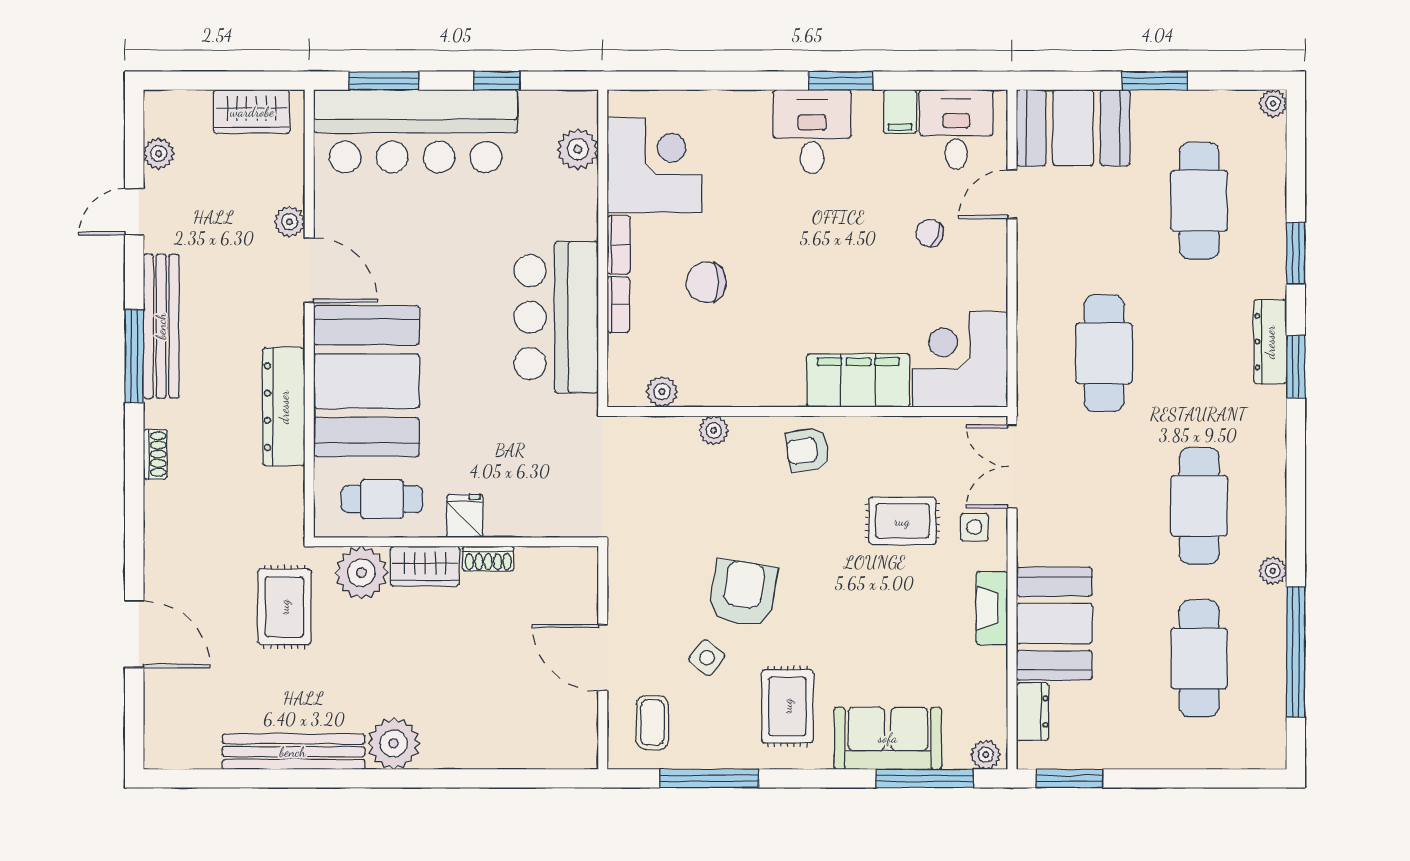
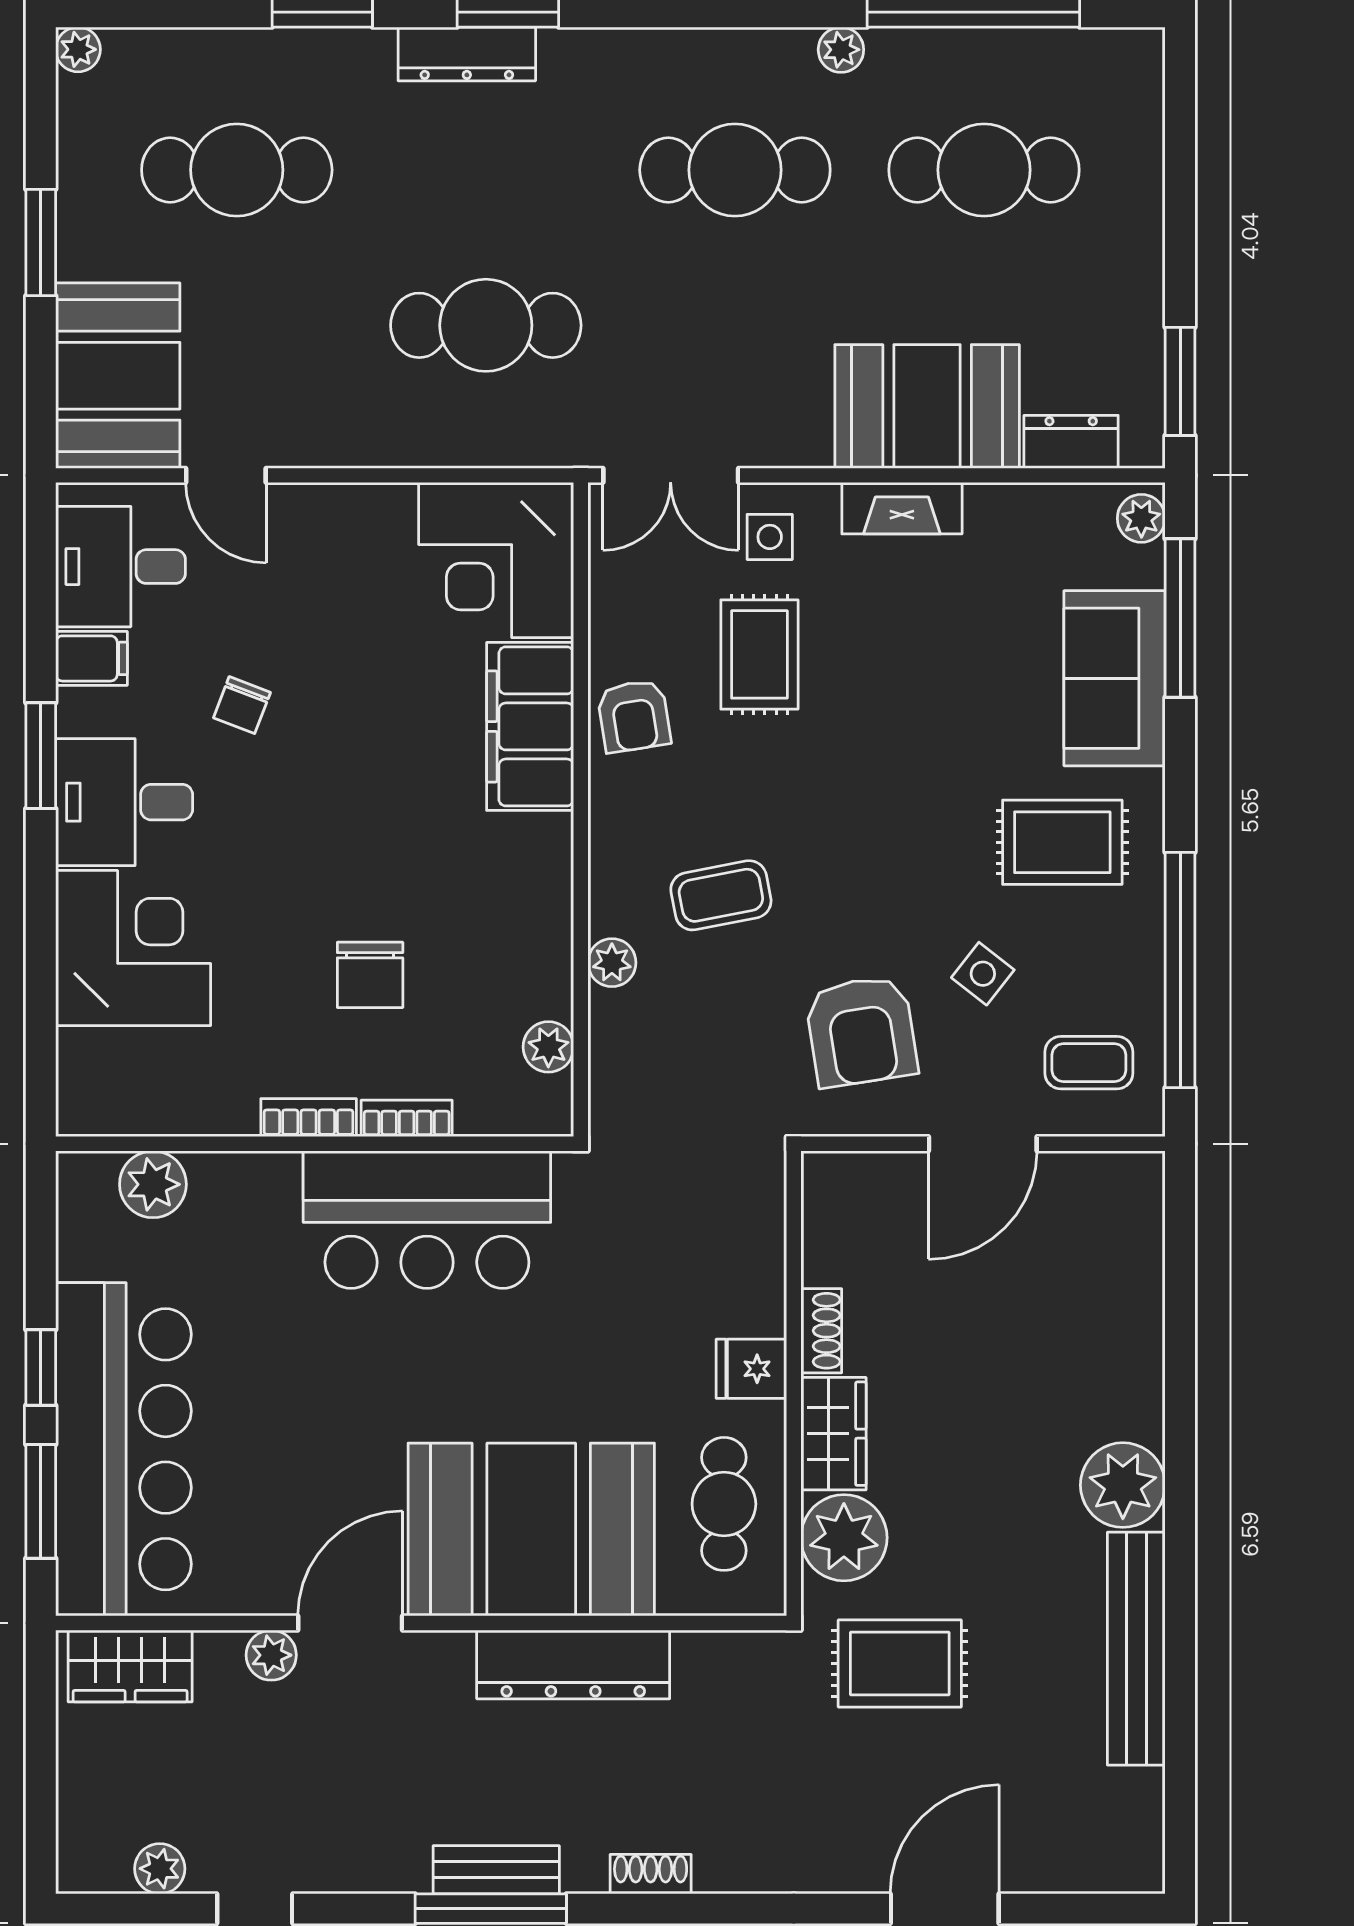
window: (497, 81) -> (41, 1367), moved
wardrobe: (252, 112) -> (130, 1666), moved, turned 90
corner desk: (655, 165) -> (133, 948), moved, turned 90
chair: (930, 233) -> (242, 705), moved
bench: (161, 326) -> (496, 1870), width x0.54, depth x0.82
armchair: (808, 450) -> (634, 716), moved
coffee table: (755, 497) -> (721, 895), added
armchair: (743, 593) -> (861, 1031), moved, turned -108
window: (709, 778) -> (1180, 970), width x1.46

